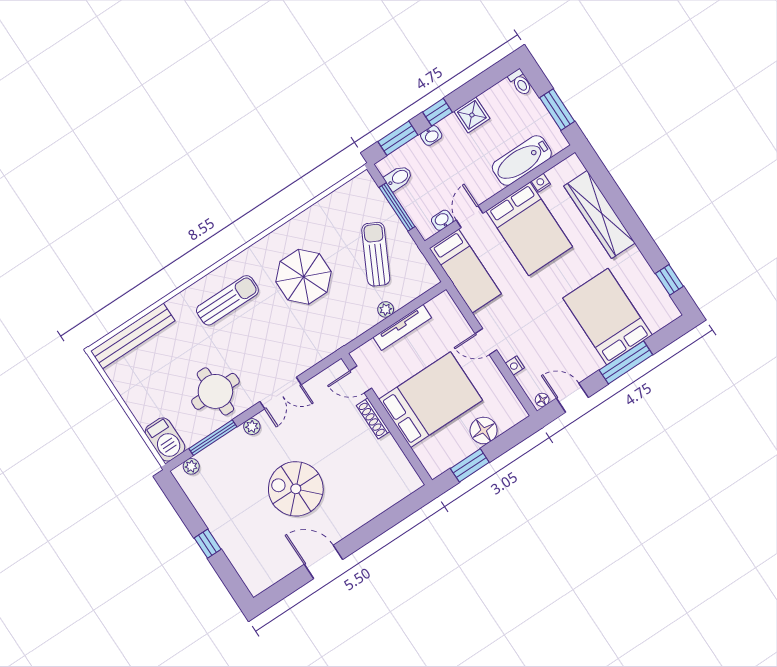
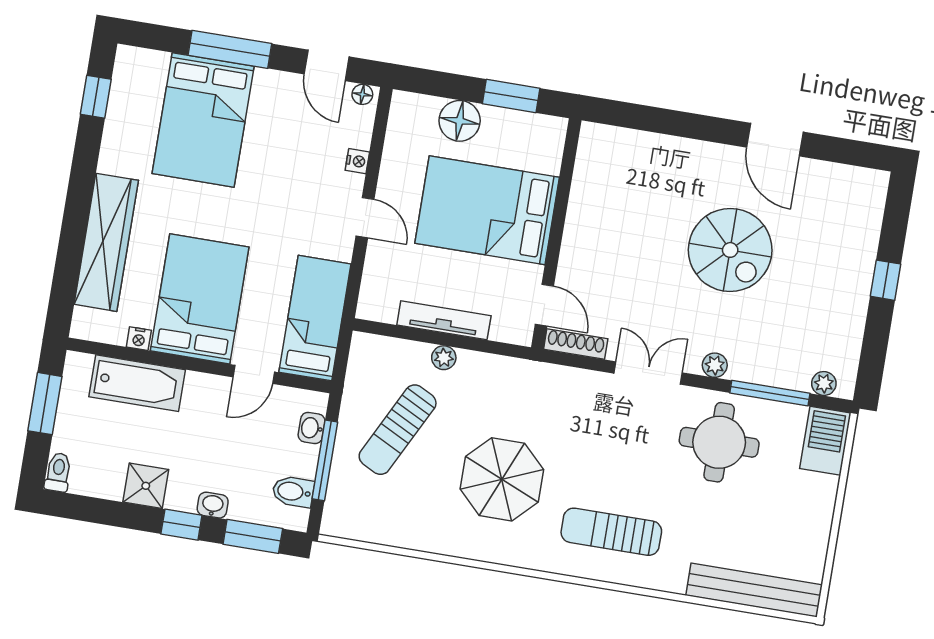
washbasin: (442, 220) -> (312, 428), moved, turned 90
shoe rack: (373, 418) -> (576, 344), moved, turned -90

